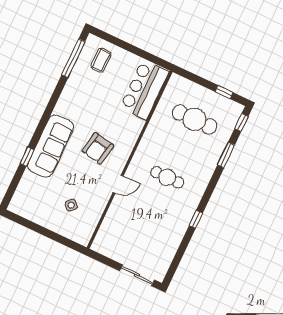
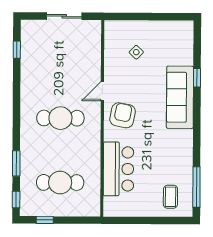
bar counter: (144, 90) -> (118, 169), moved
armchair: (98, 148) -> (123, 115), moved
cafe table: (167, 177) -> (60, 118), width x1.37, depth x1.35
window: (196, 219) -> (17, 50), moved
sliding door: (137, 275) -> (64, 16), moved

